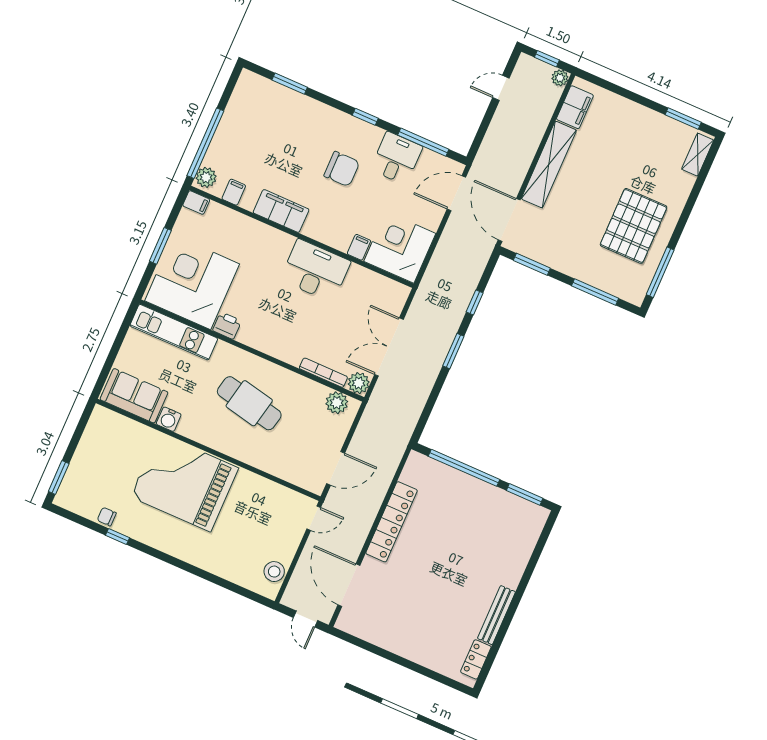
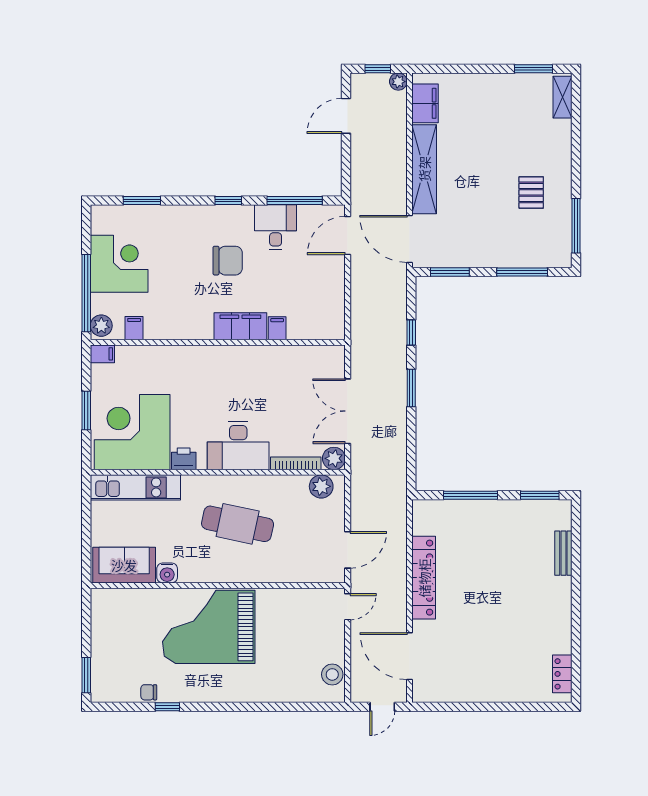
door: (501, 88) -> (346, 116), width x1.38
filing cabinet: (281, 211) -> (240, 326), moved
pallet: (634, 226) -> (531, 192), width x0.49, depth x0.50
corner desk: (400, 247) -> (119, 264), moved, turned 90
desk: (315, 271) -> (238, 446), moved, turned 180
window: (464, 468) -> (470, 495), width x0.68
bench: (496, 615) -> (563, 553), moved, width x0.73
door: (306, 619) -> (382, 707), hinge flipped

